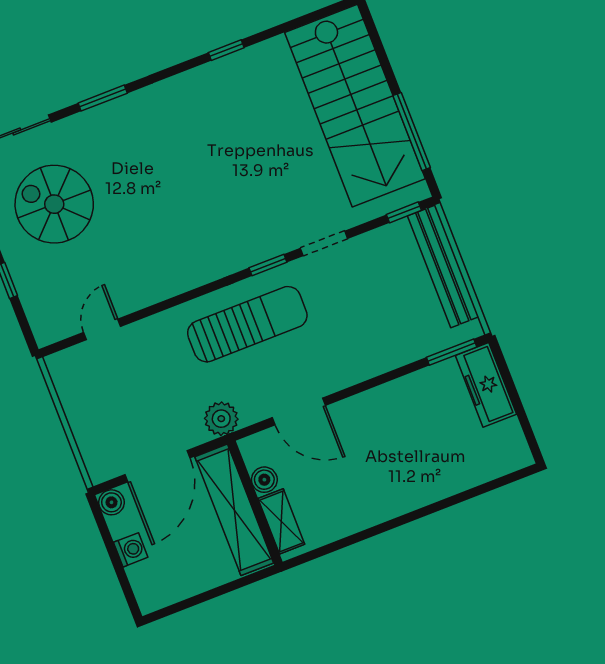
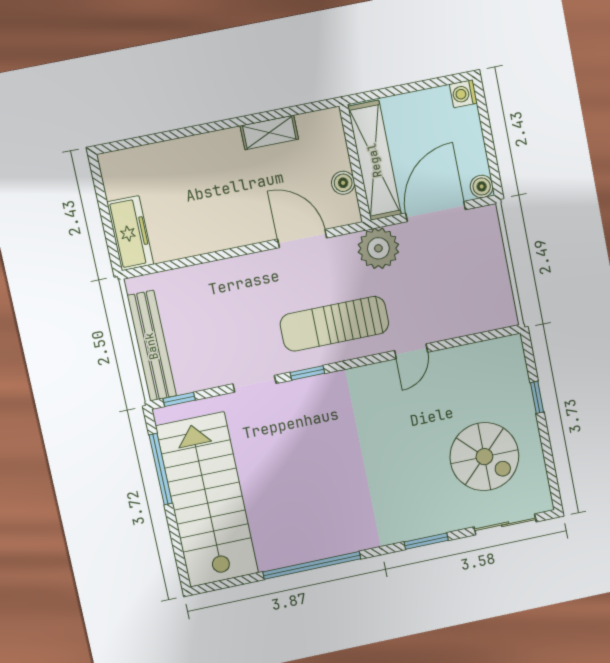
window: (226, 50) -> (312, 565), width x3.17
door: (102, 329) -> (411, 351), moved
window: (452, 352) -> (157, 268), removed
plant: (221, 419) -> (378, 248), width x1.36, depth x1.36
shelving: (281, 521) -> (269, 132), moved, turned 90
washing machine: (131, 550) -> (463, 94), moved

